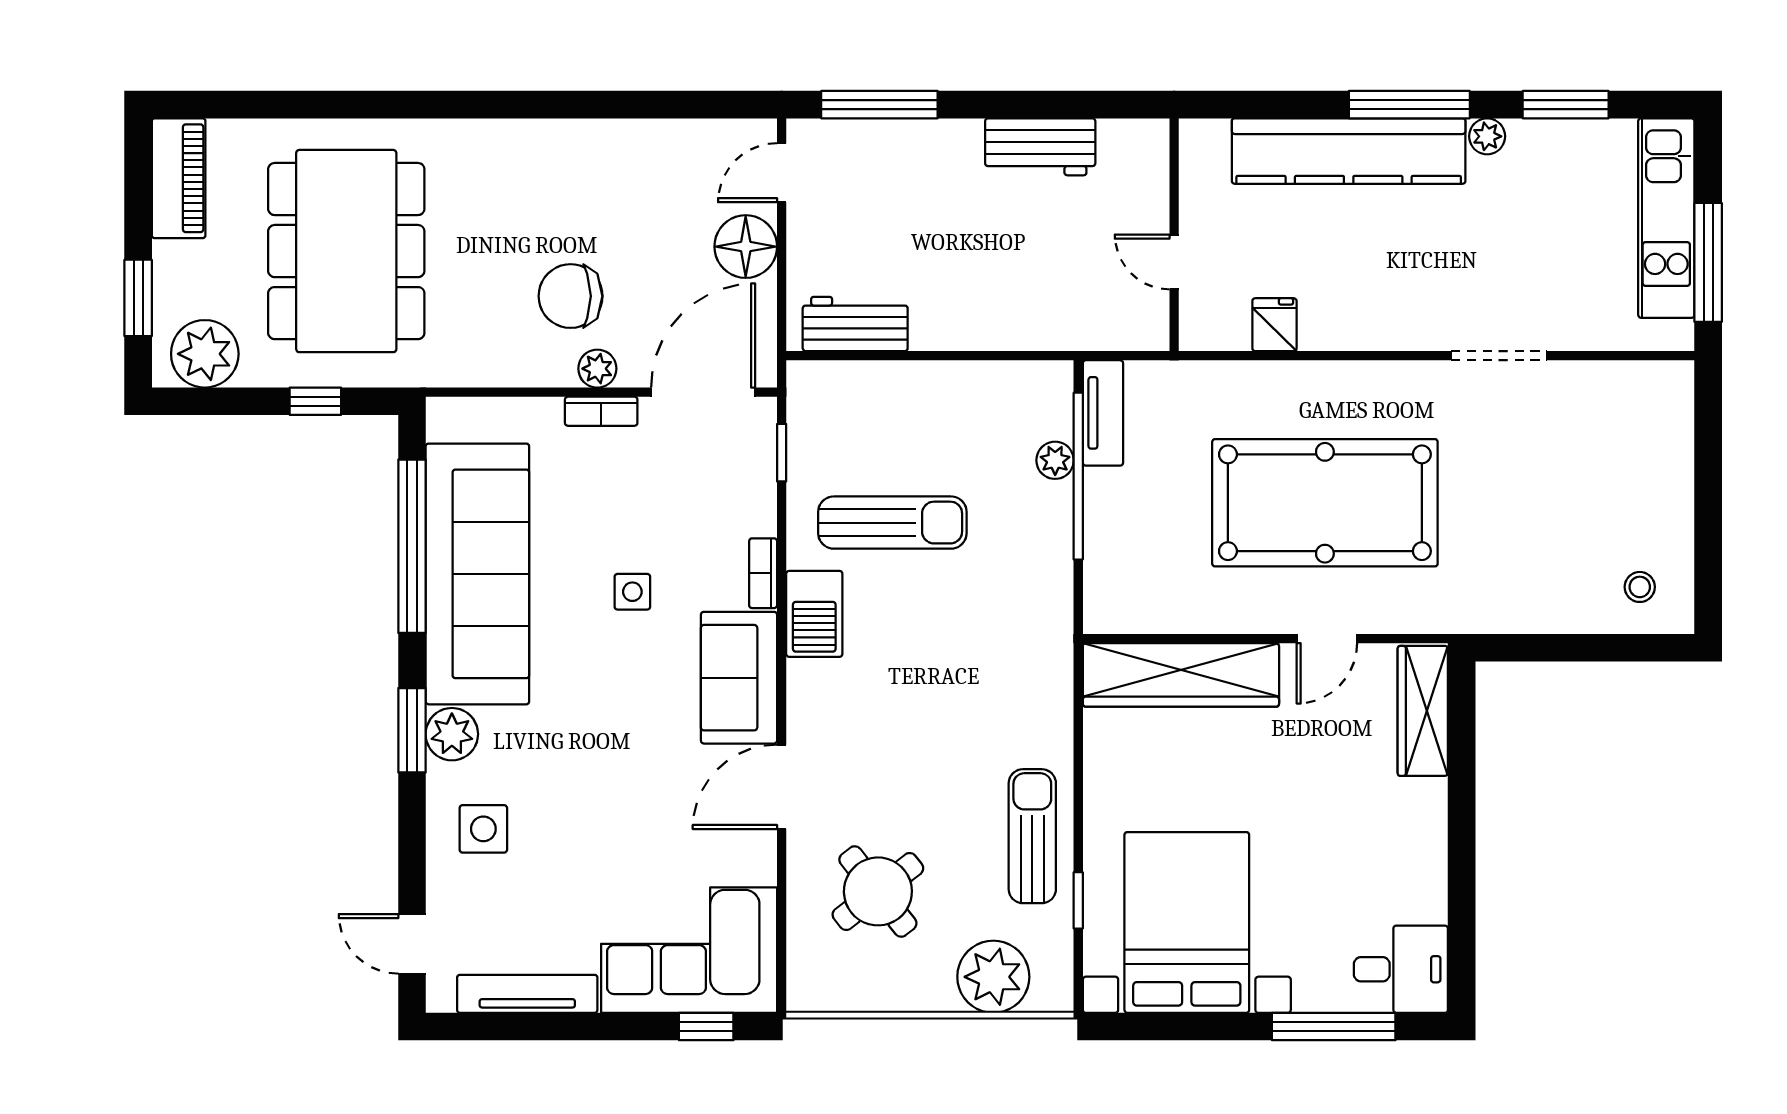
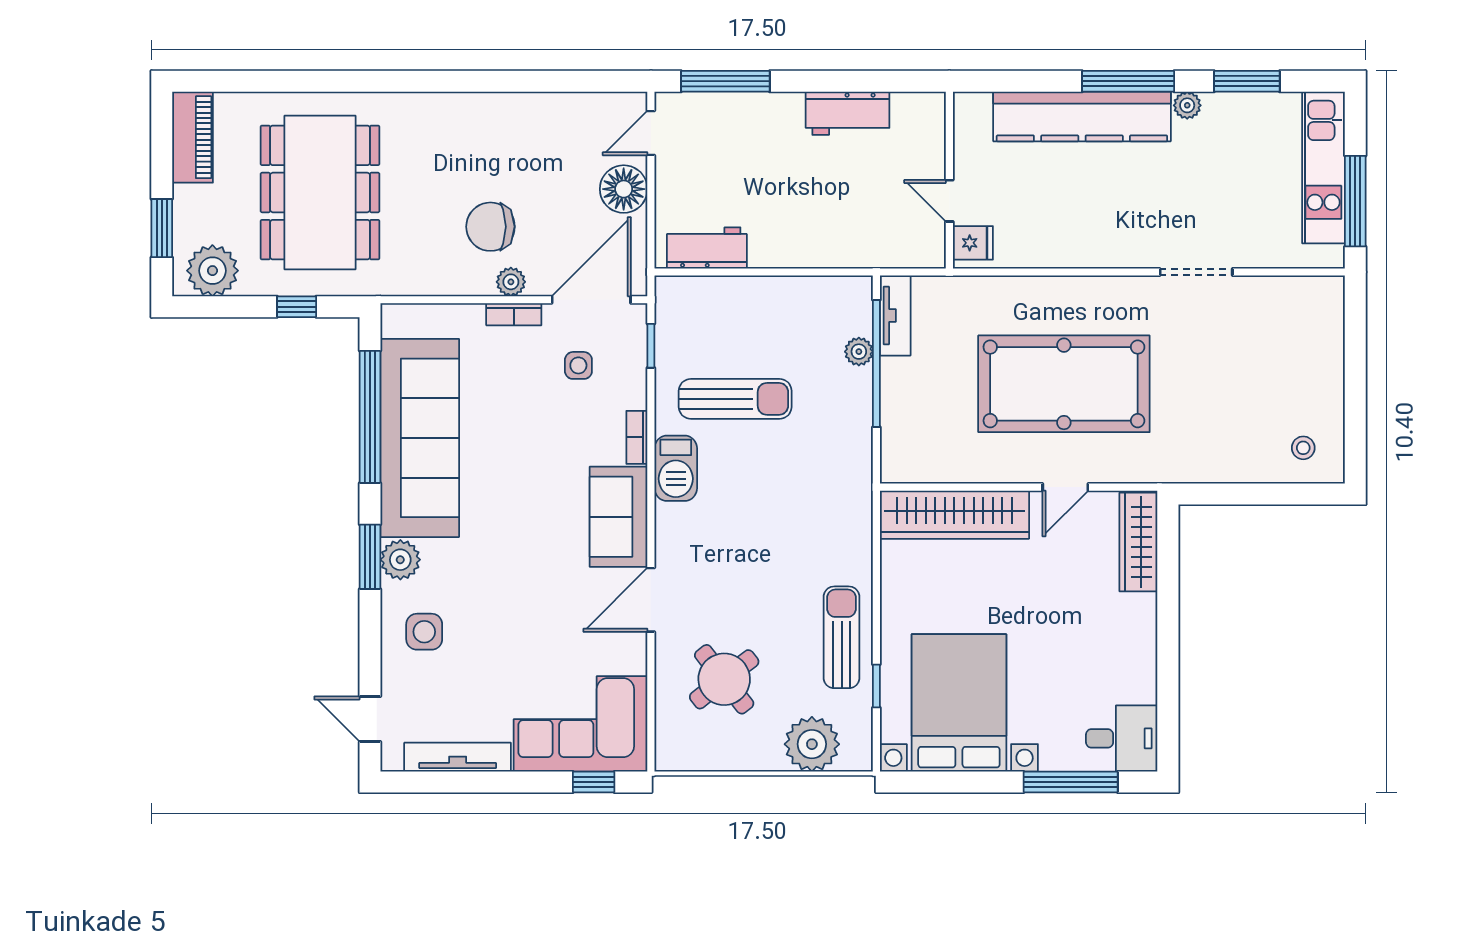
fridge: (1274, 325) -> (973, 243), moved, turned 90
side table: (632, 592) -> (578, 365), moved

